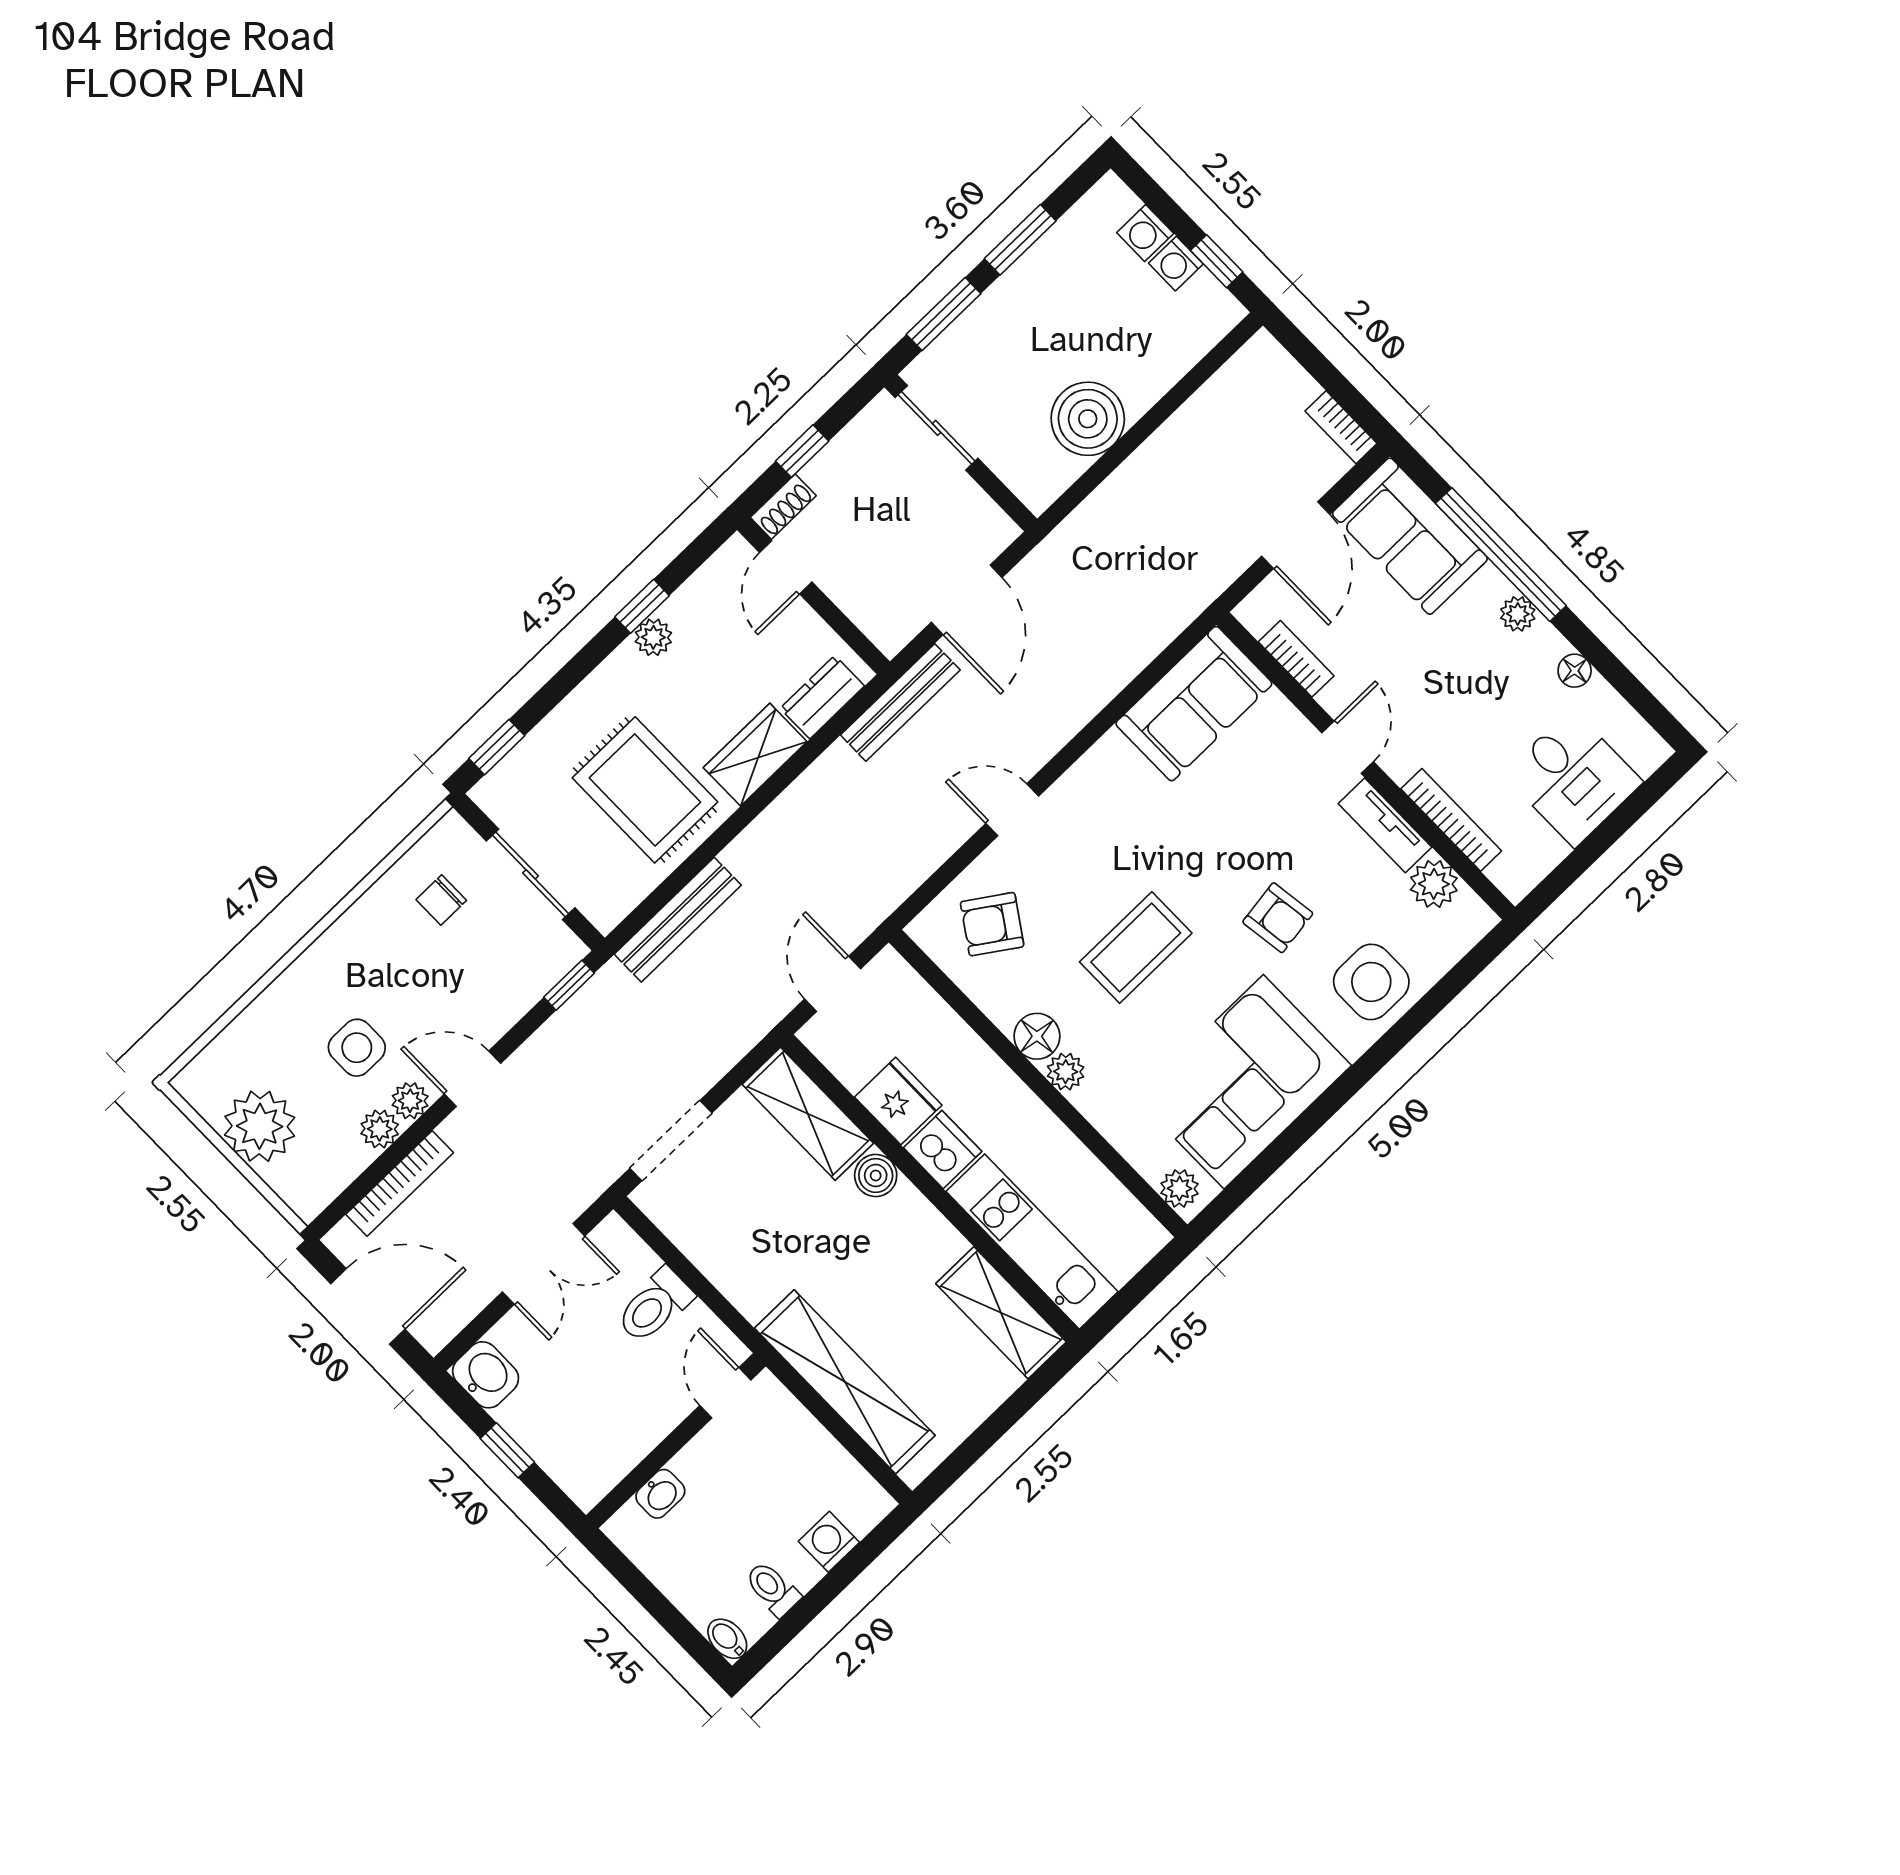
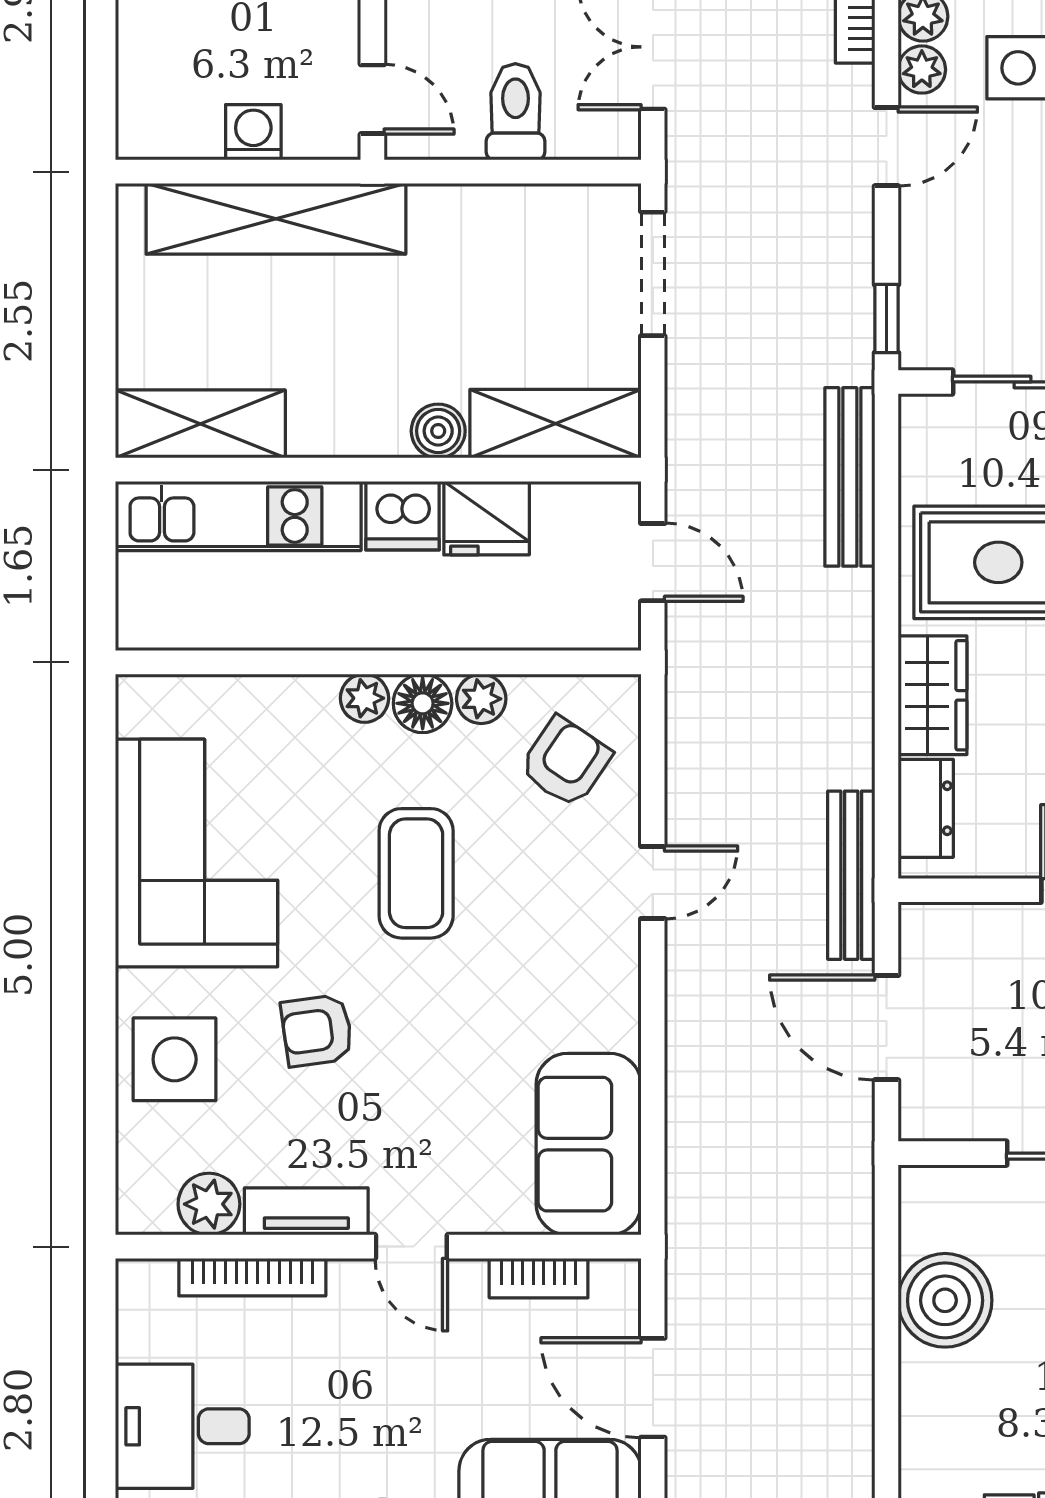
plant: (1180, 1188) -> (481, 699), moved
washing machine: (829, 1542) -> (253, 132), moved, turned -90

